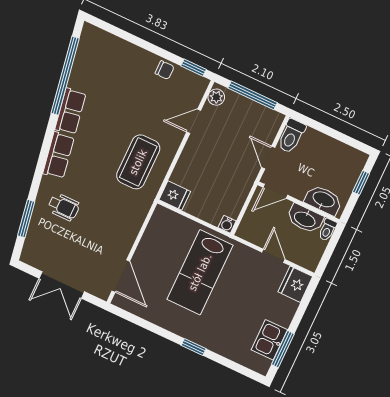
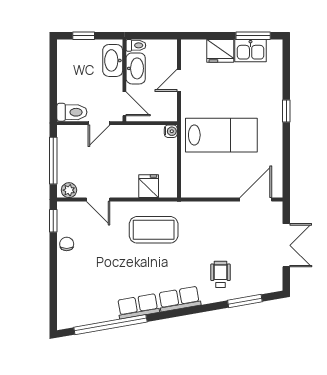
fridge: (175, 196) -> (149, 186), moved
fridge: (295, 284) -> (220, 51), moved

